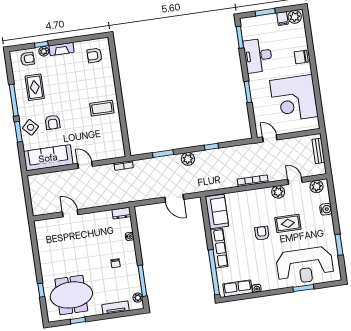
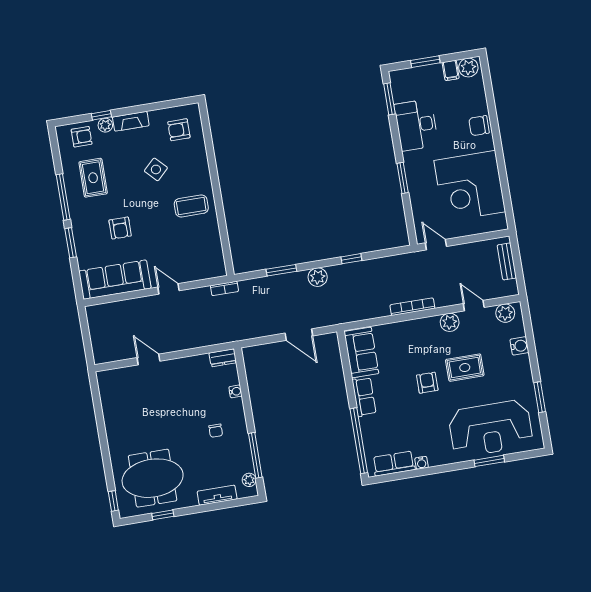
side table: (31, 127) -> (156, 169), moved
row of seats: (219, 248) -> (364, 397), width x0.68
window: (41, 290) -> (113, 501), moved

